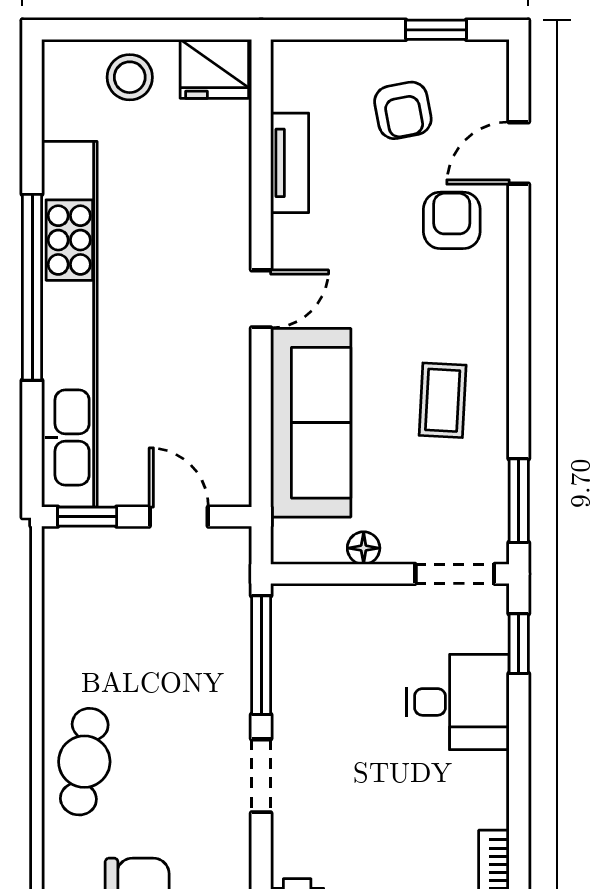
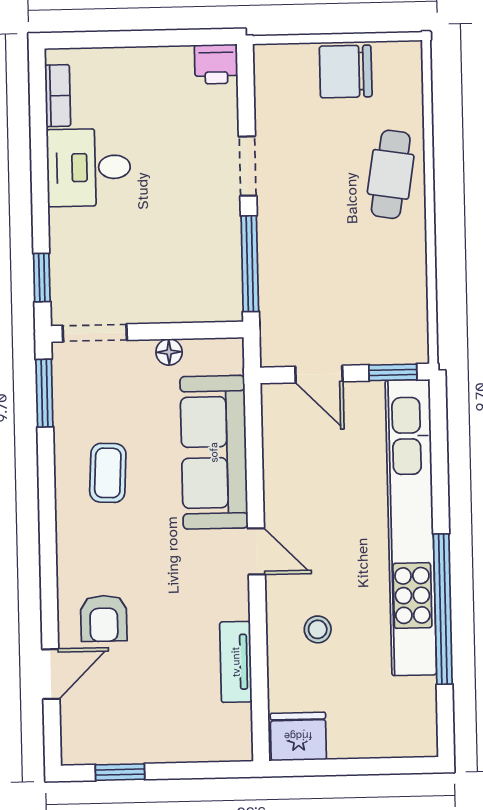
stool: (130, 77) -> (318, 629), moved, width x0.73, depth x0.73
armchair: (403, 110) -> (145, 706), removed
window: (32, 287) -> (443, 609), moved
door: (261, 299) -> (256, 551), swing flipped
desk: (458, 702) -> (89, 167), moved

